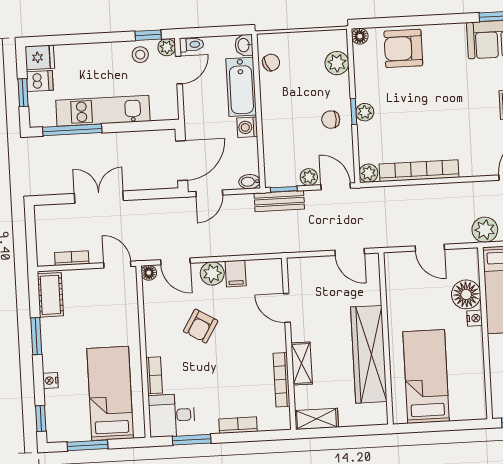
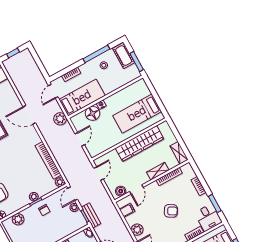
filing cabinet: (236, 273) -> (127, 210), moved
boiler: (298, 277) -> (121, 191), added
armchair: (201, 326) -> (171, 211), moved

